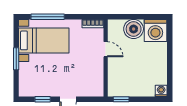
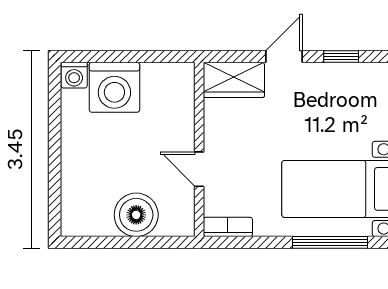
washing machine: (155, 30) -> (114, 87), moved, turned 180
wardrobe: (90, 89) -> (234, 80), added
window: (121, 99) -> (164, 56), removed

